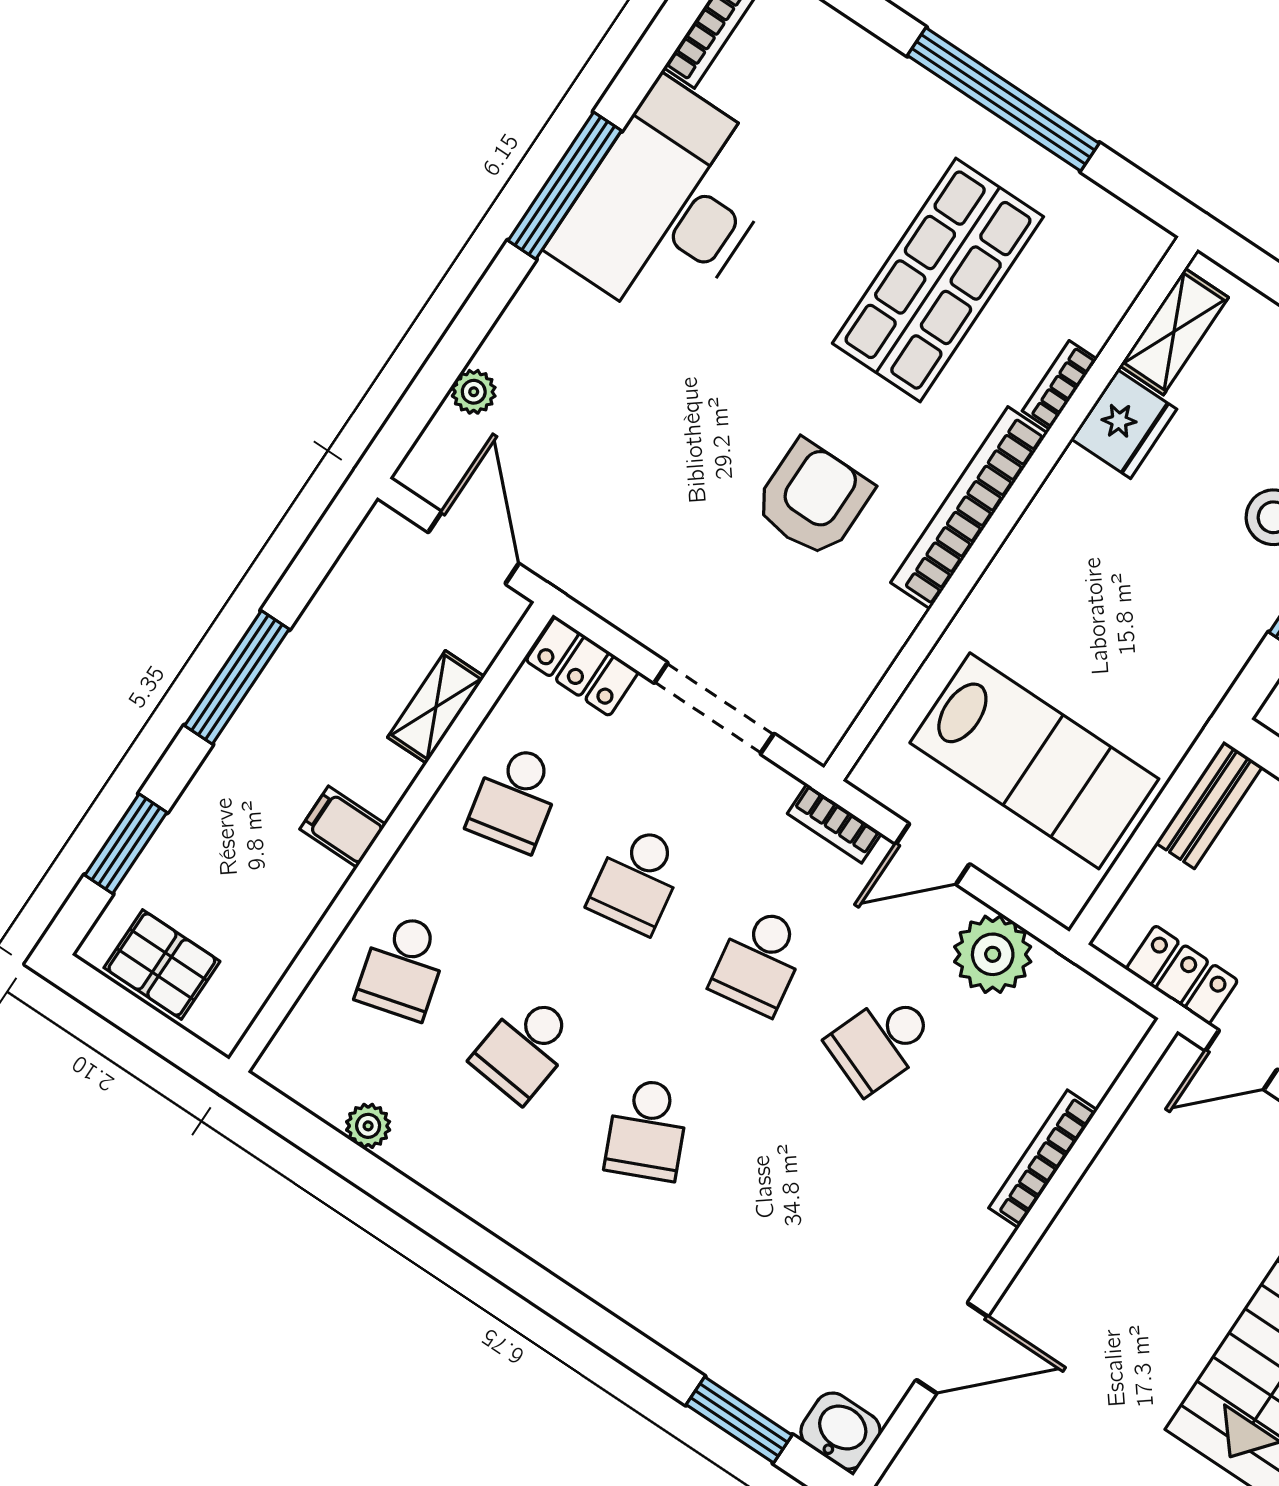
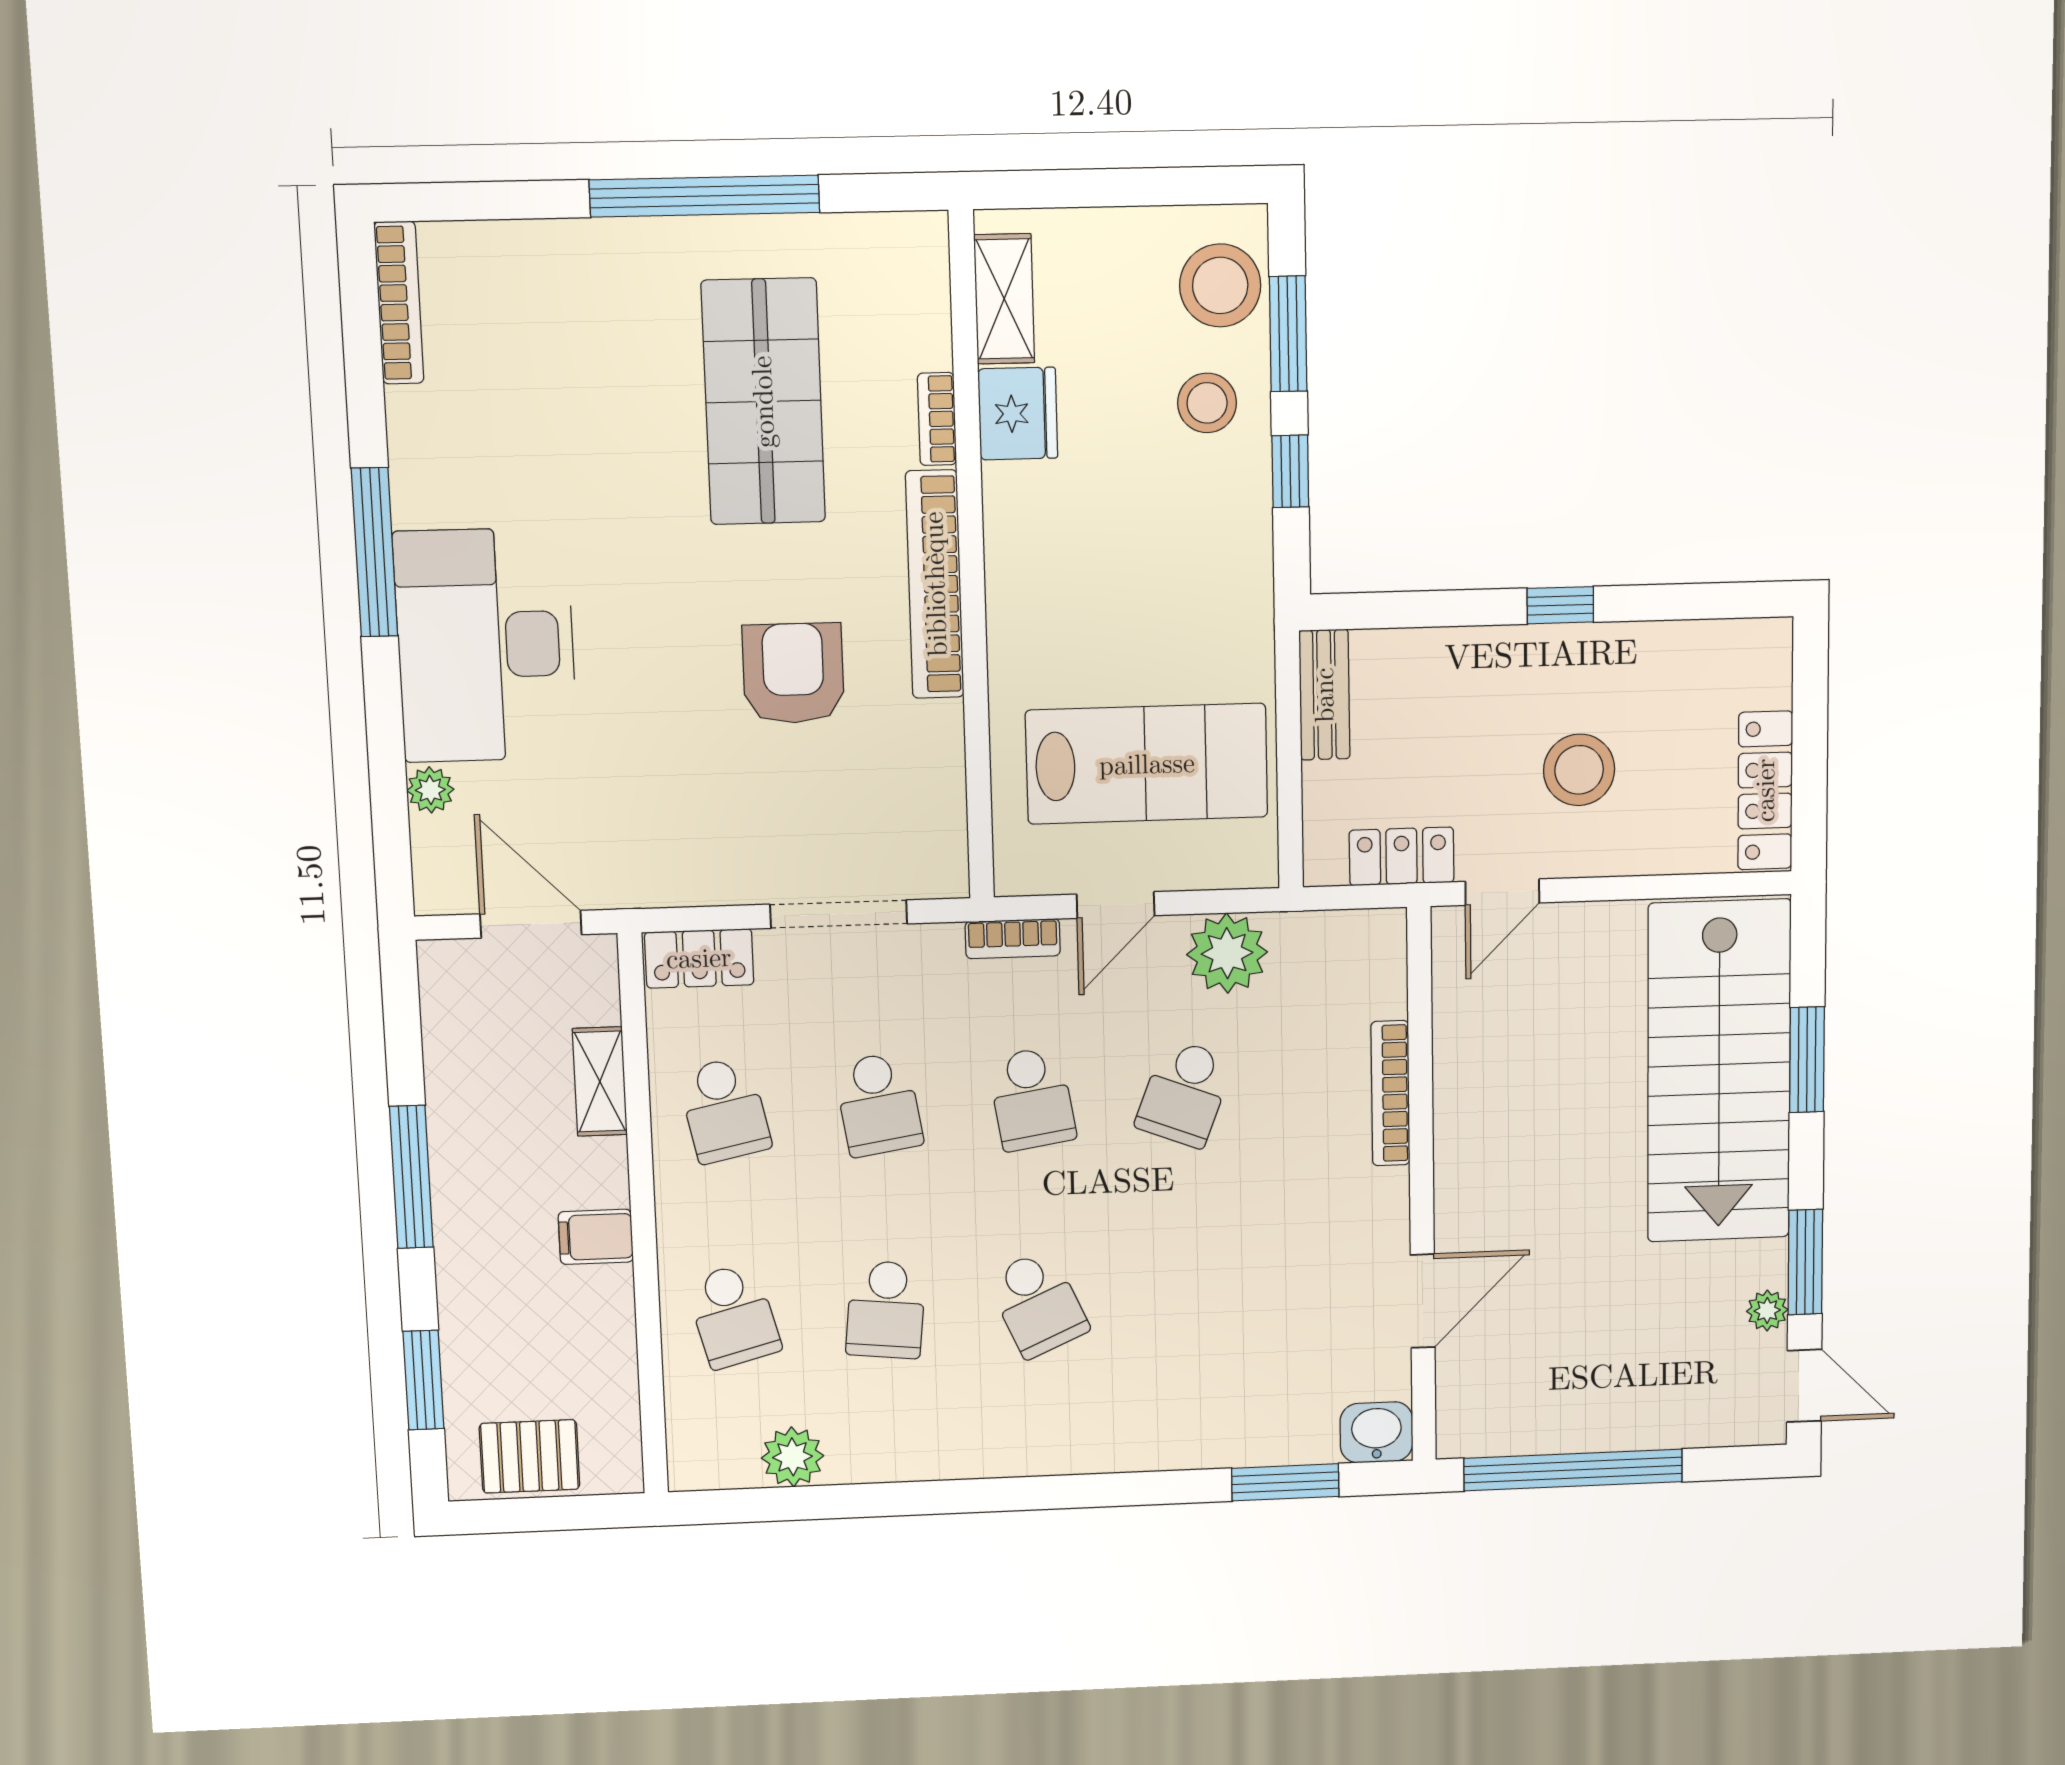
desk: (668, 205) -> (486, 645), moved
plant: (368, 1126) -> (793, 1457), width x1.38, depth x1.38

